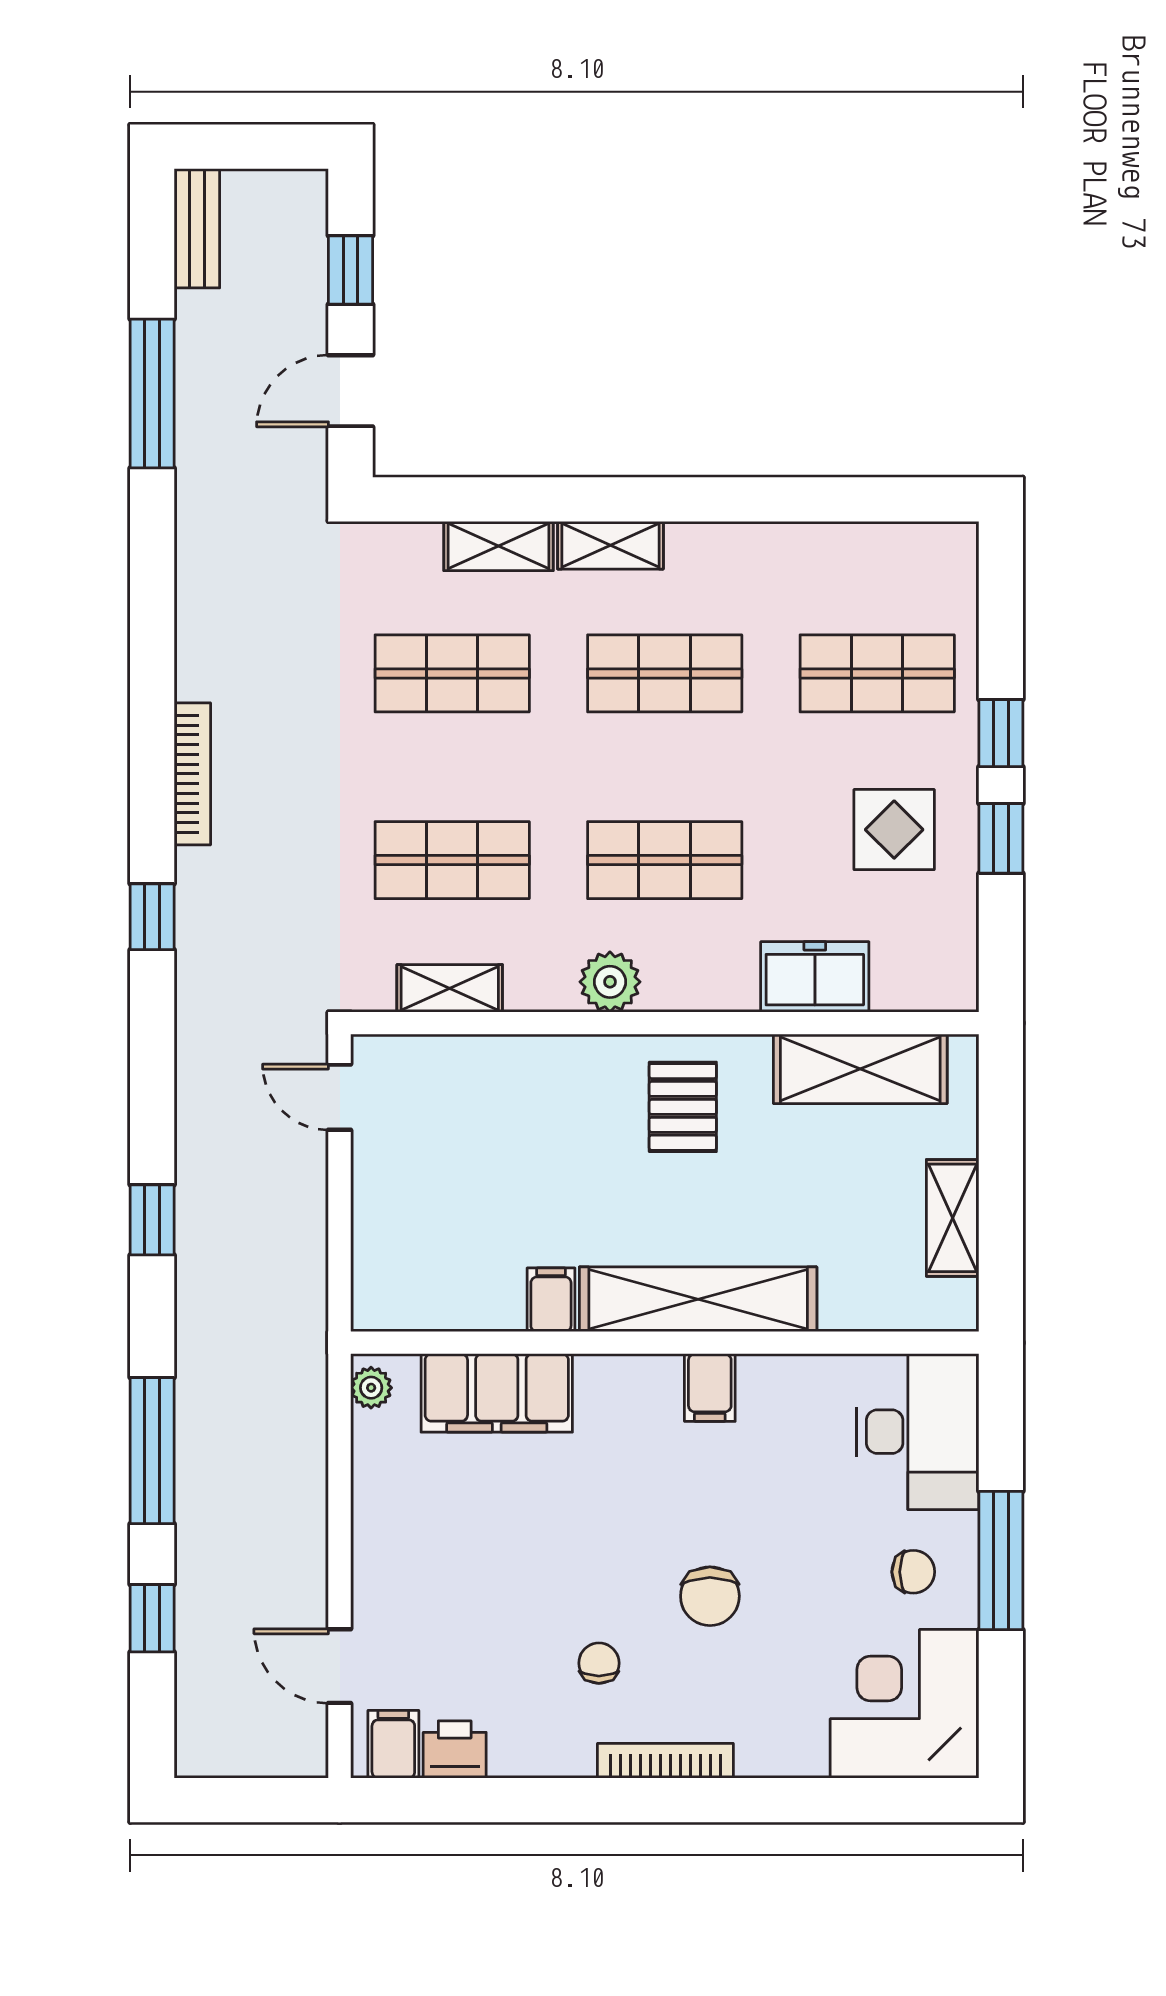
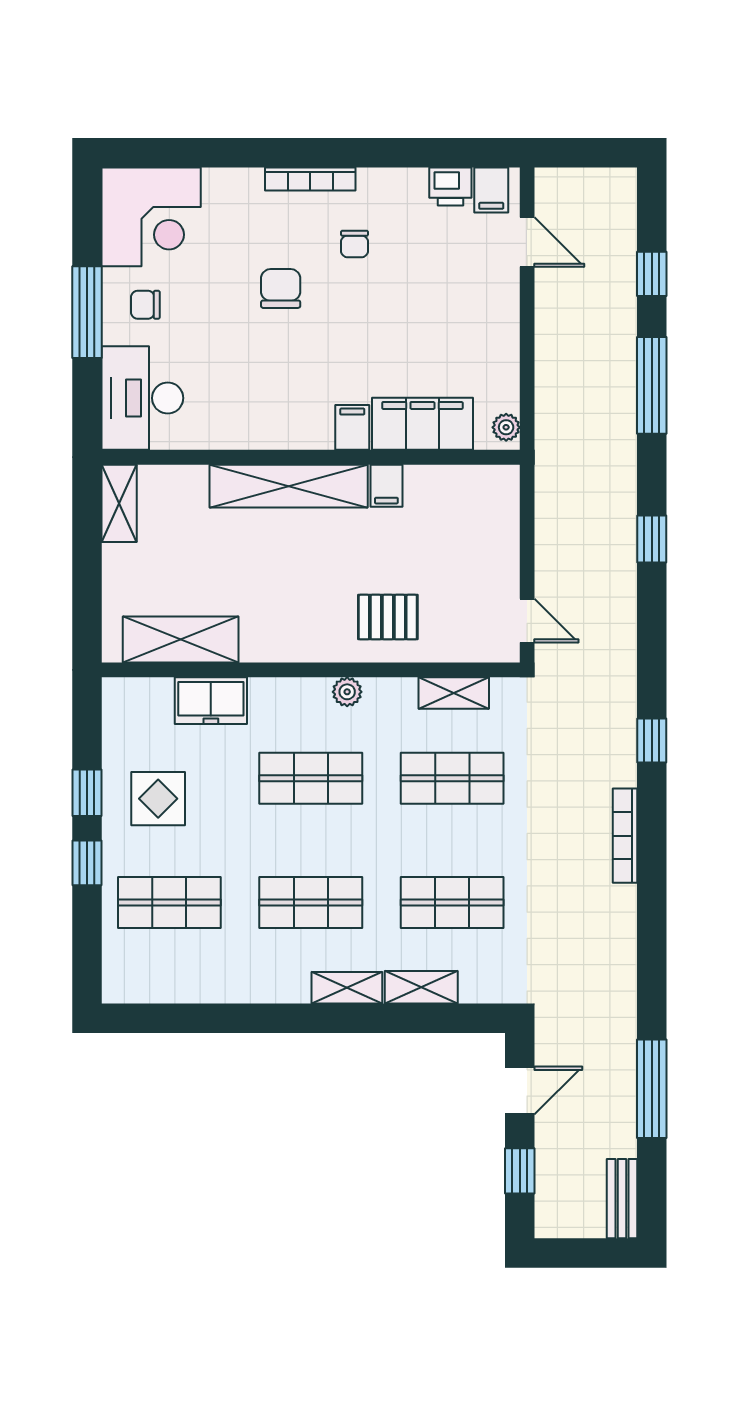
plant: (610, 982) -> (347, 692), width x0.73, depth x0.73
pallet: (683, 1107) -> (388, 617), moved, turned 90
shelving: (953, 1218) -> (119, 503), moved
filing cabinet: (710, 1388) -> (352, 427), moved

